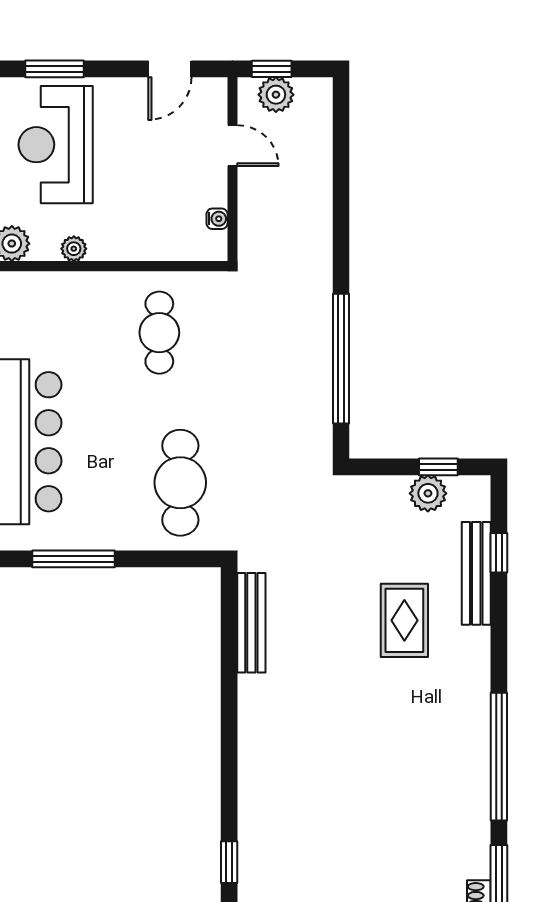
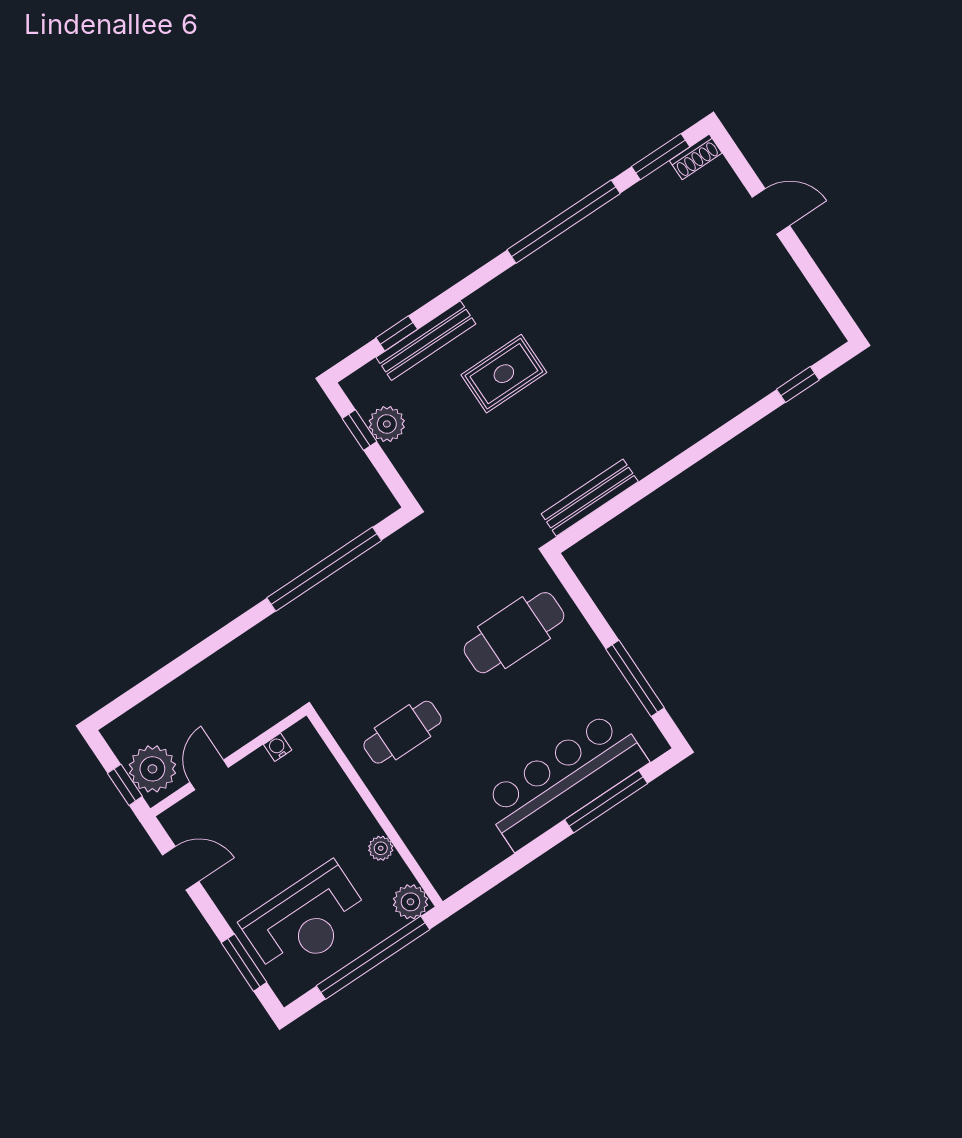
plant: (276, 95) -> (152, 769), width x1.36, depth x1.36

